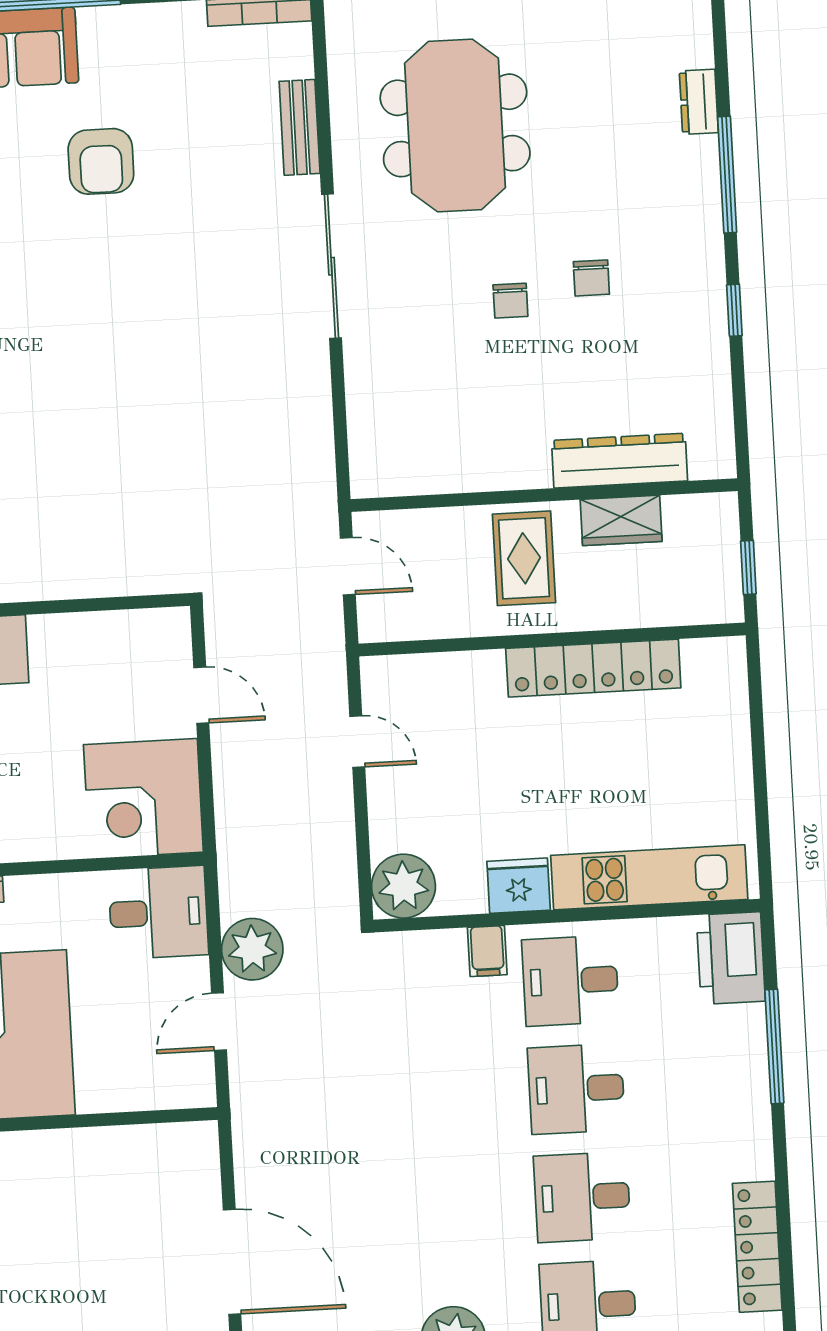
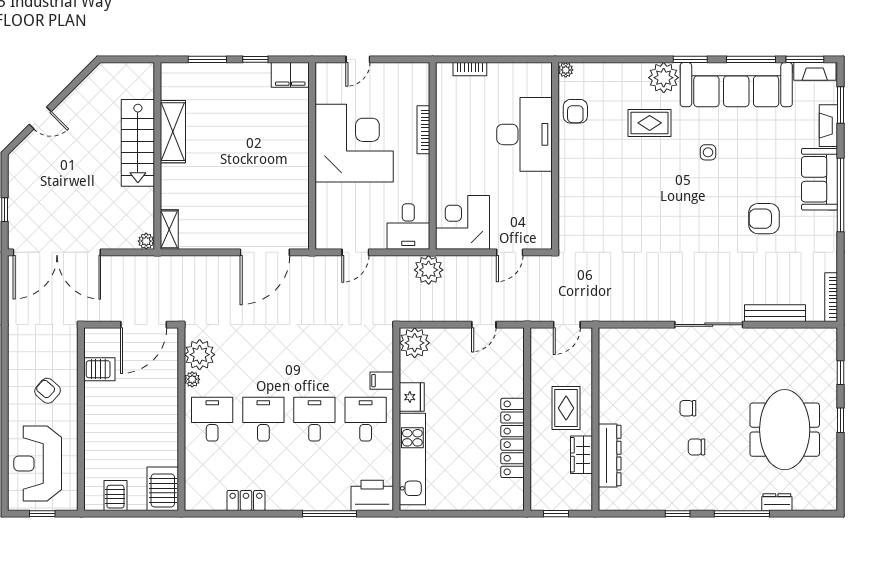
meeting table: (455, 125) -> (785, 430), moved, turned 90
bench: (300, 127) -> (775, 313), width x1.36
rug: (524, 558) -> (566, 408), turned 90
plant: (252, 949) -> (429, 270), moved
door: (219, 1022) -> (355, 252), swing flipped
locker: (757, 1247) -> (246, 500), width x0.66
door: (232, 1262) -> (265, 252), moved

